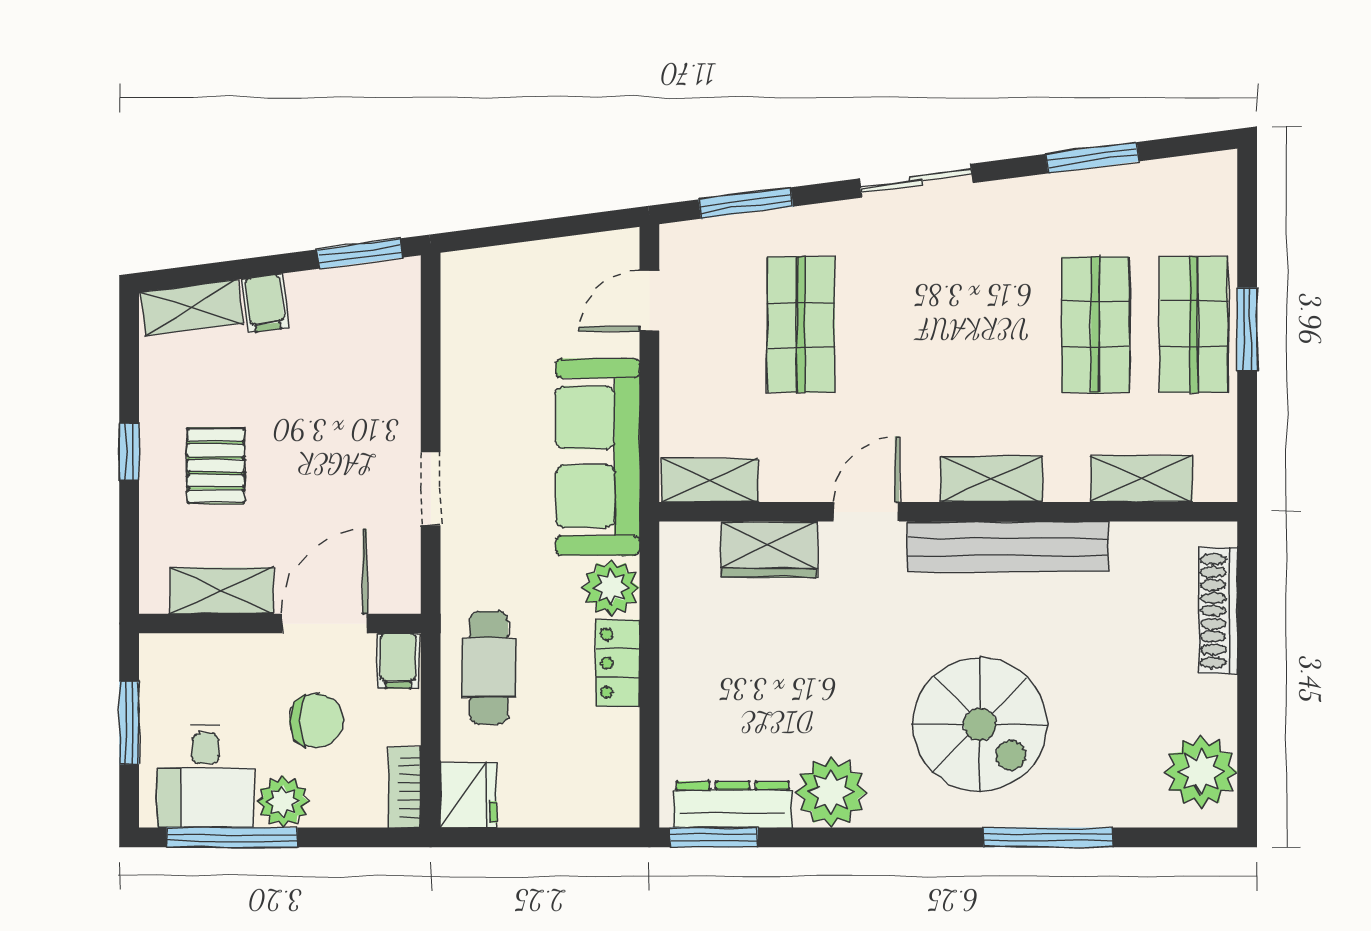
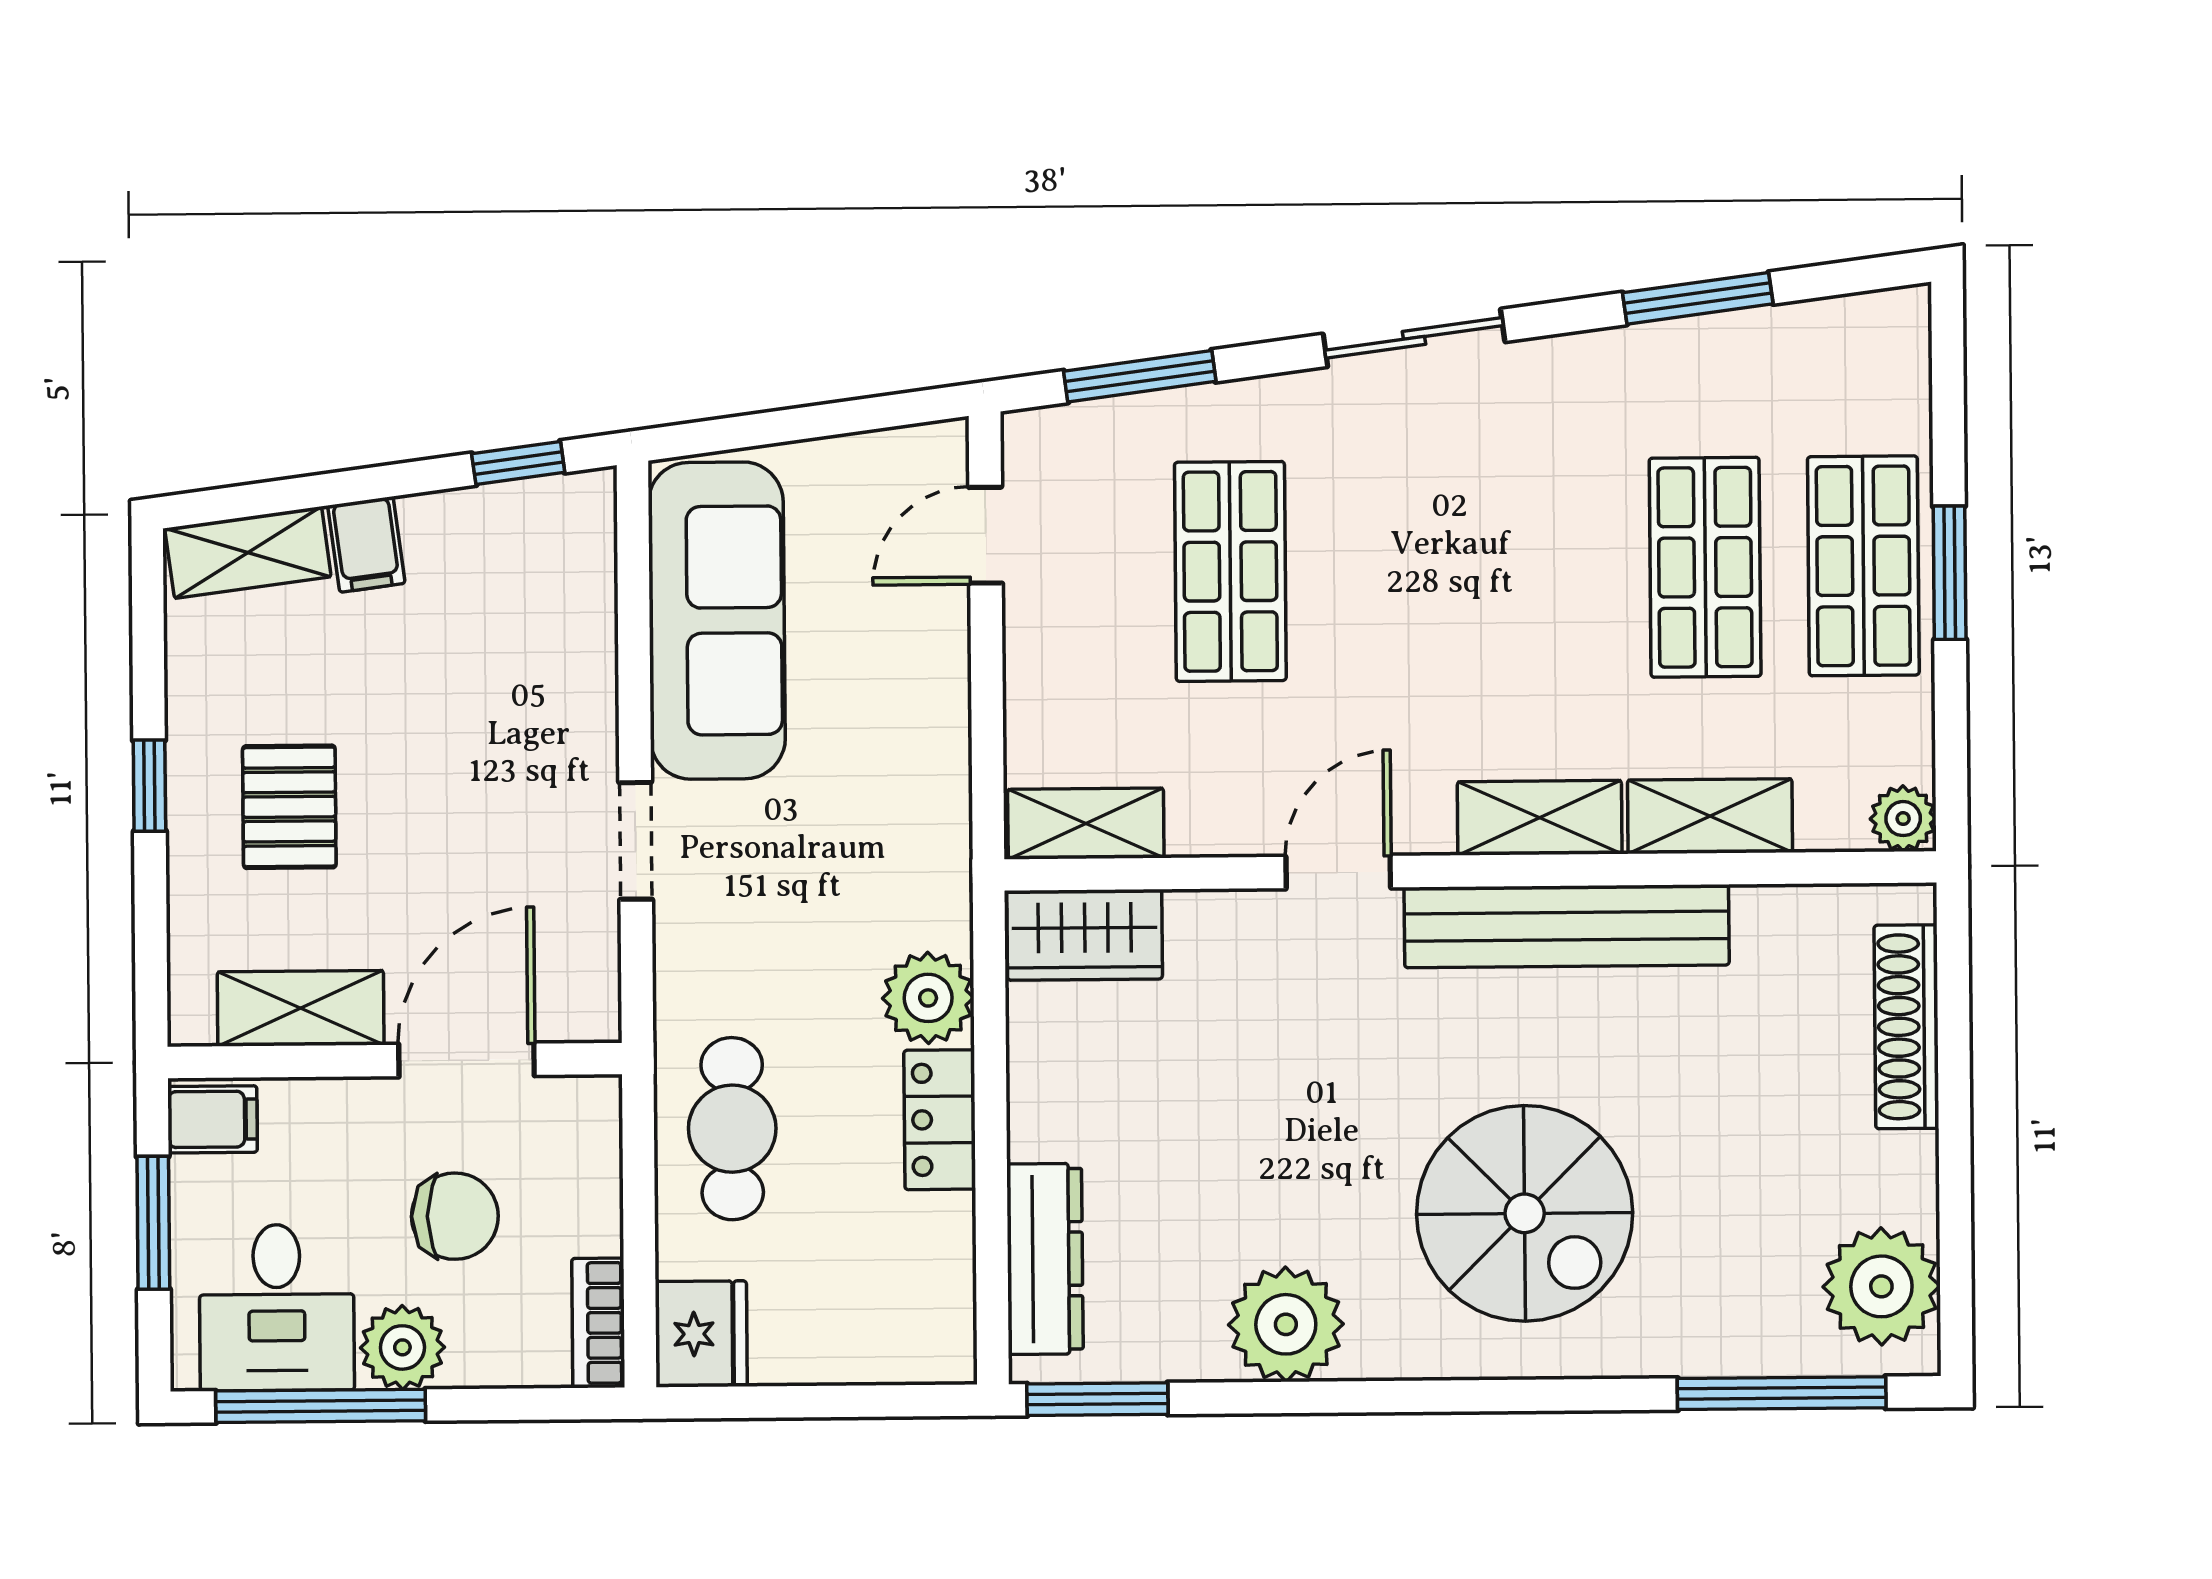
window: (360, 253) -> (518, 463), width x0.67
sofa: (598, 457) -> (717, 621), moved, turned 180
shelving: (1142, 479) -> (1710, 816), moved
plant: (1217, 482) -> (1903, 819), added
wardrobe: (769, 549) -> (1085, 935), moved
filing cabinet: (398, 661) -> (212, 1119), moved, turned -90
dresser: (733, 804) -> (1045, 1259), moved, turned 90
window: (1048, 837) -> (1782, 1393), moved

